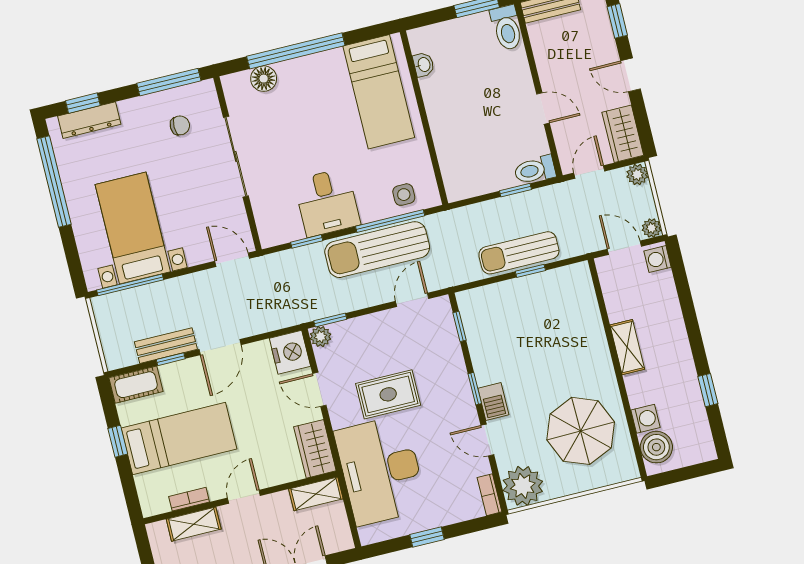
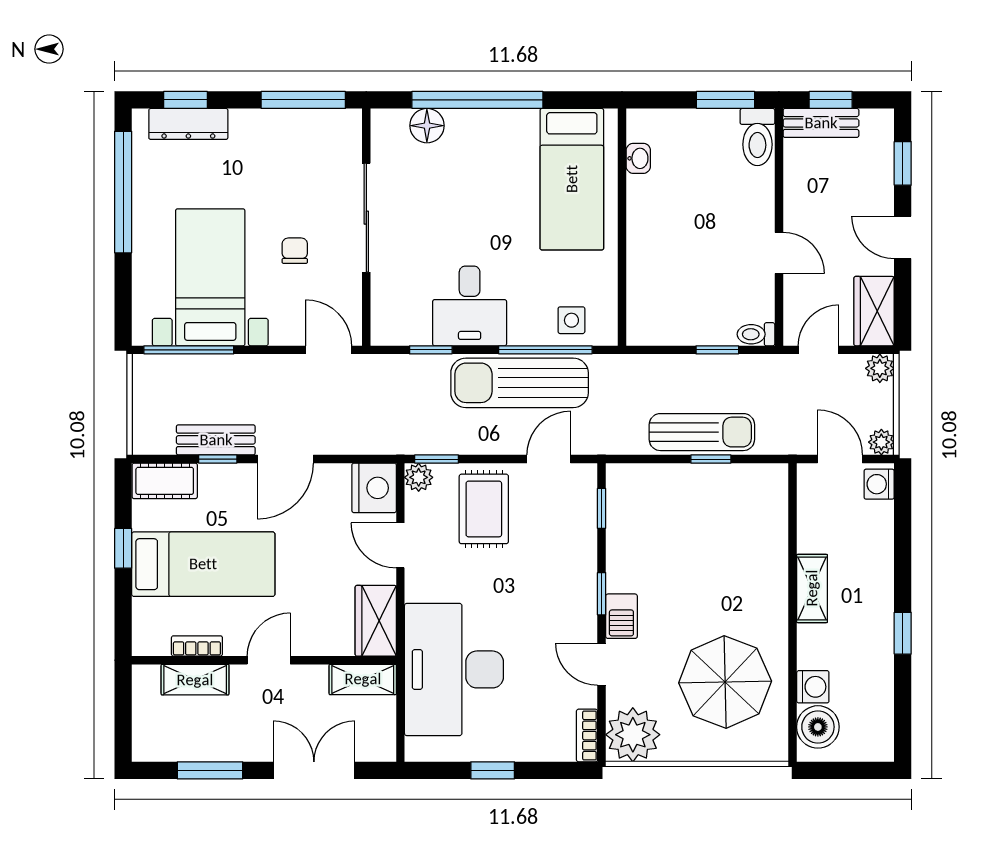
chair: (180, 125) -> (295, 251), moved, turned -90
toilet: (535, 170) -> (756, 334), width x0.73, depth x0.72
sun lounger: (519, 253) -> (702, 432), turned 180
window: (708, 390) -> (903, 633), moved
rug: (388, 394) -> (484, 509), moved, turned 90

